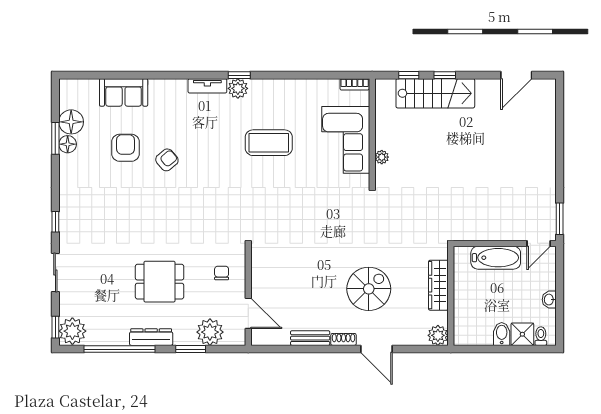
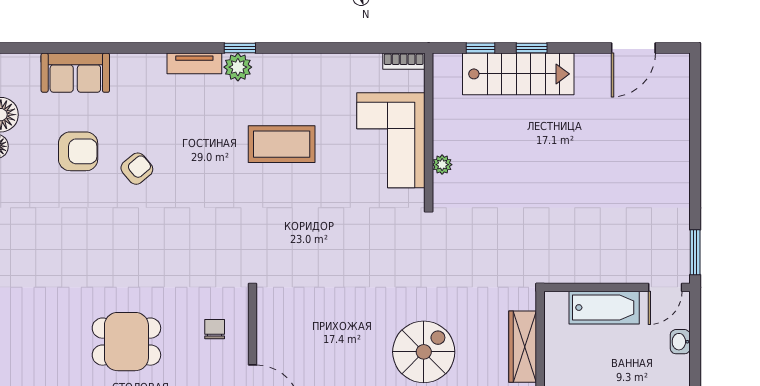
armchair: (126, 148) -> (78, 151), turned 90
washbasin: (549, 300) -> (680, 342), moved

